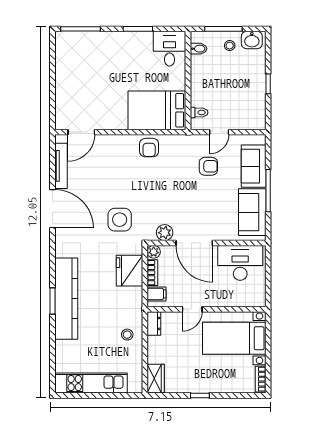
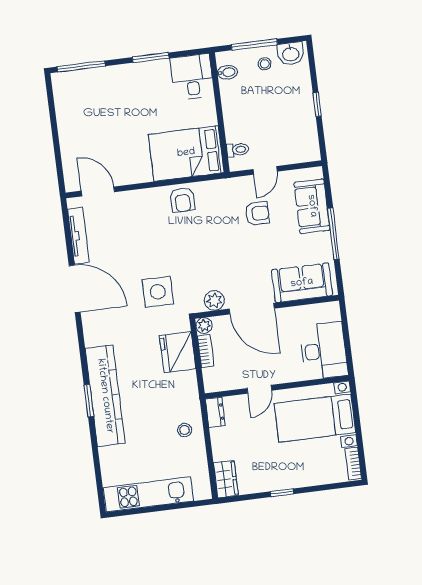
door: (81, 132) -> (98, 191), swing flipped
sofa: (252, 212) -> (302, 283), moved, turned 90
desk: (240, 263) -> (324, 351), moved, turned 90
filing cabinet: (157, 294) -> (214, 376), removed

